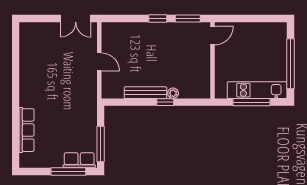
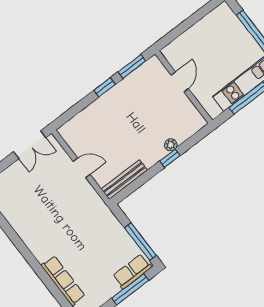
door: (213, 35) -> (180, 82), moved
bench: (145, 93) -> (124, 180), moved

